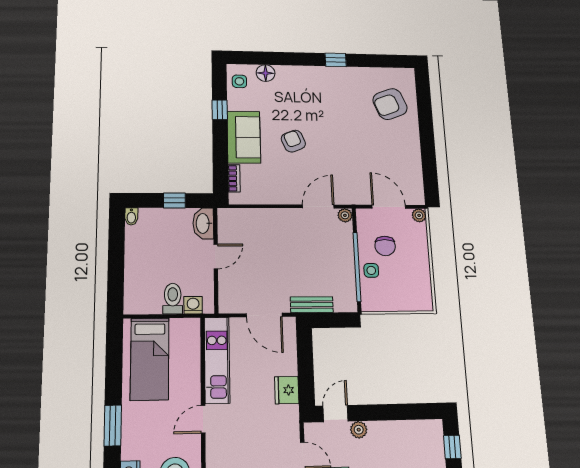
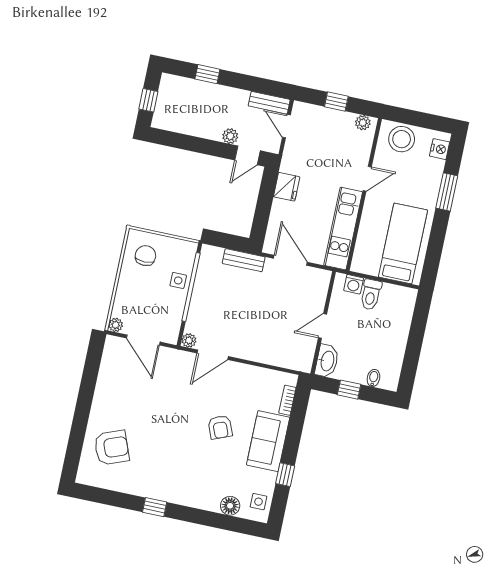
bidet: (131, 216) -> (373, 378), moved
chair: (385, 246) -> (145, 256), moved

